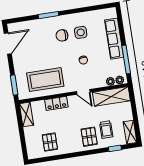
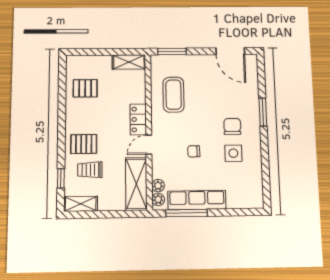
row of seats: (114, 39) -> (197, 200), moved
coffee table: (45, 80) -> (173, 95), width x0.73, depth x0.76
locker: (56, 103) -> (138, 119), moved

